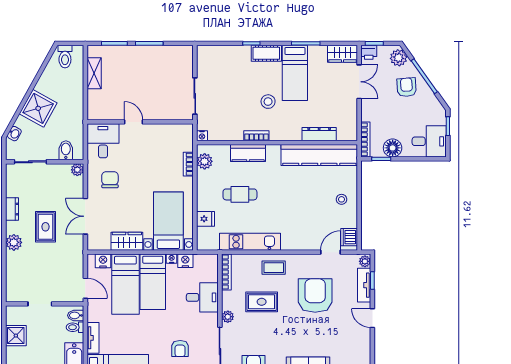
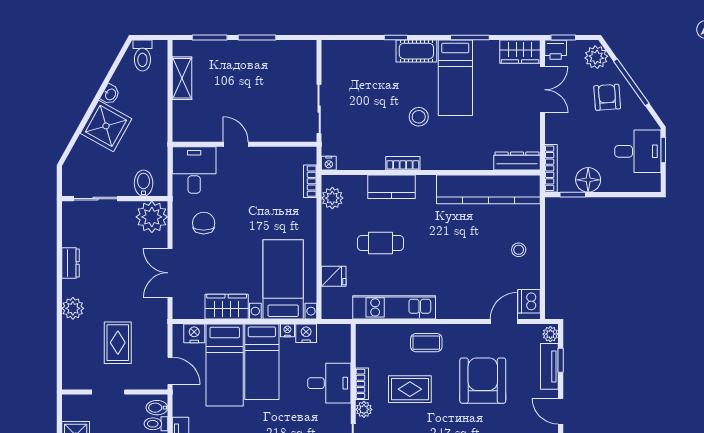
washbasin: (14, 134) -> (110, 94), moved
dresser: (319, 134) -> (517, 161), moved
desk: (429, 141) -> (638, 151), moved
bookcase: (188, 164) -> (310, 181), moved
plant: (77, 170) -> (152, 217), width x1.87, depth x1.87
rug: (45, 227) -> (118, 343), moved
bookcase: (226, 272) -> (362, 384), moved, width x0.64

